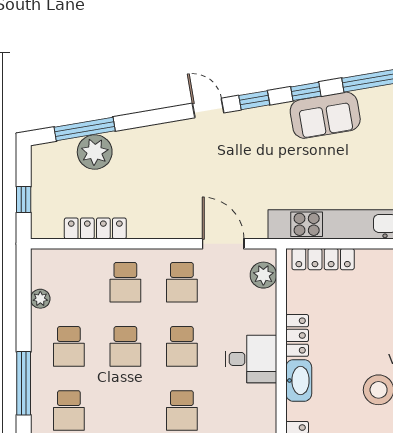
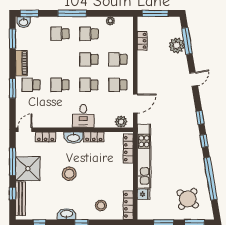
door: (208, 108) -> (194, 79), moved
sofa: (325, 115) -> (193, 150), removed
window: (24, 200) -> (155, 13), width x2.17
locker: (95, 228) -> (142, 41), width x0.66

